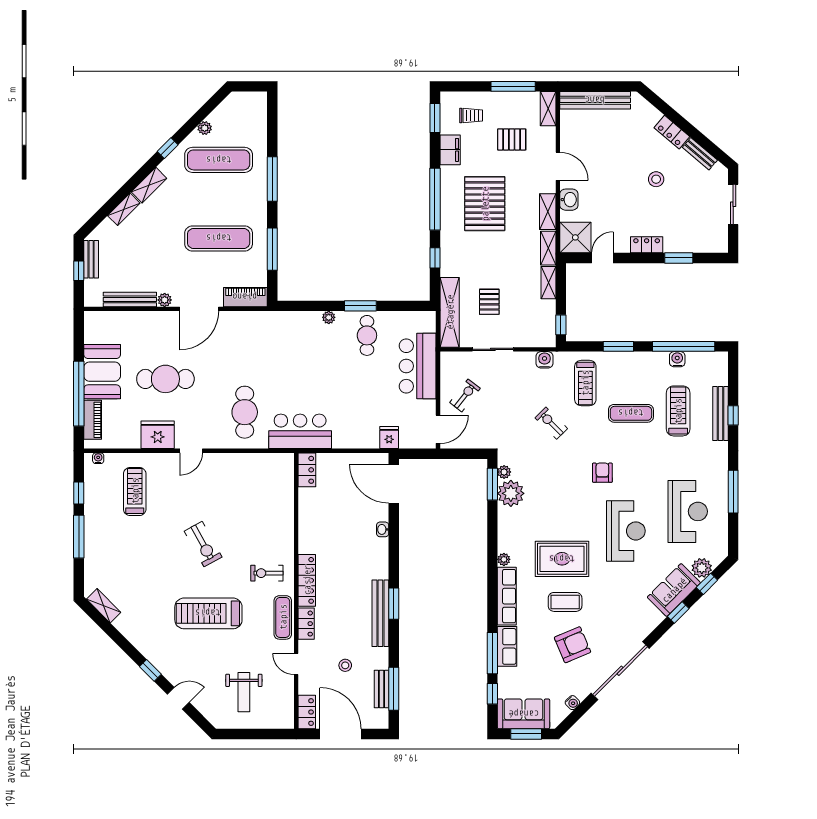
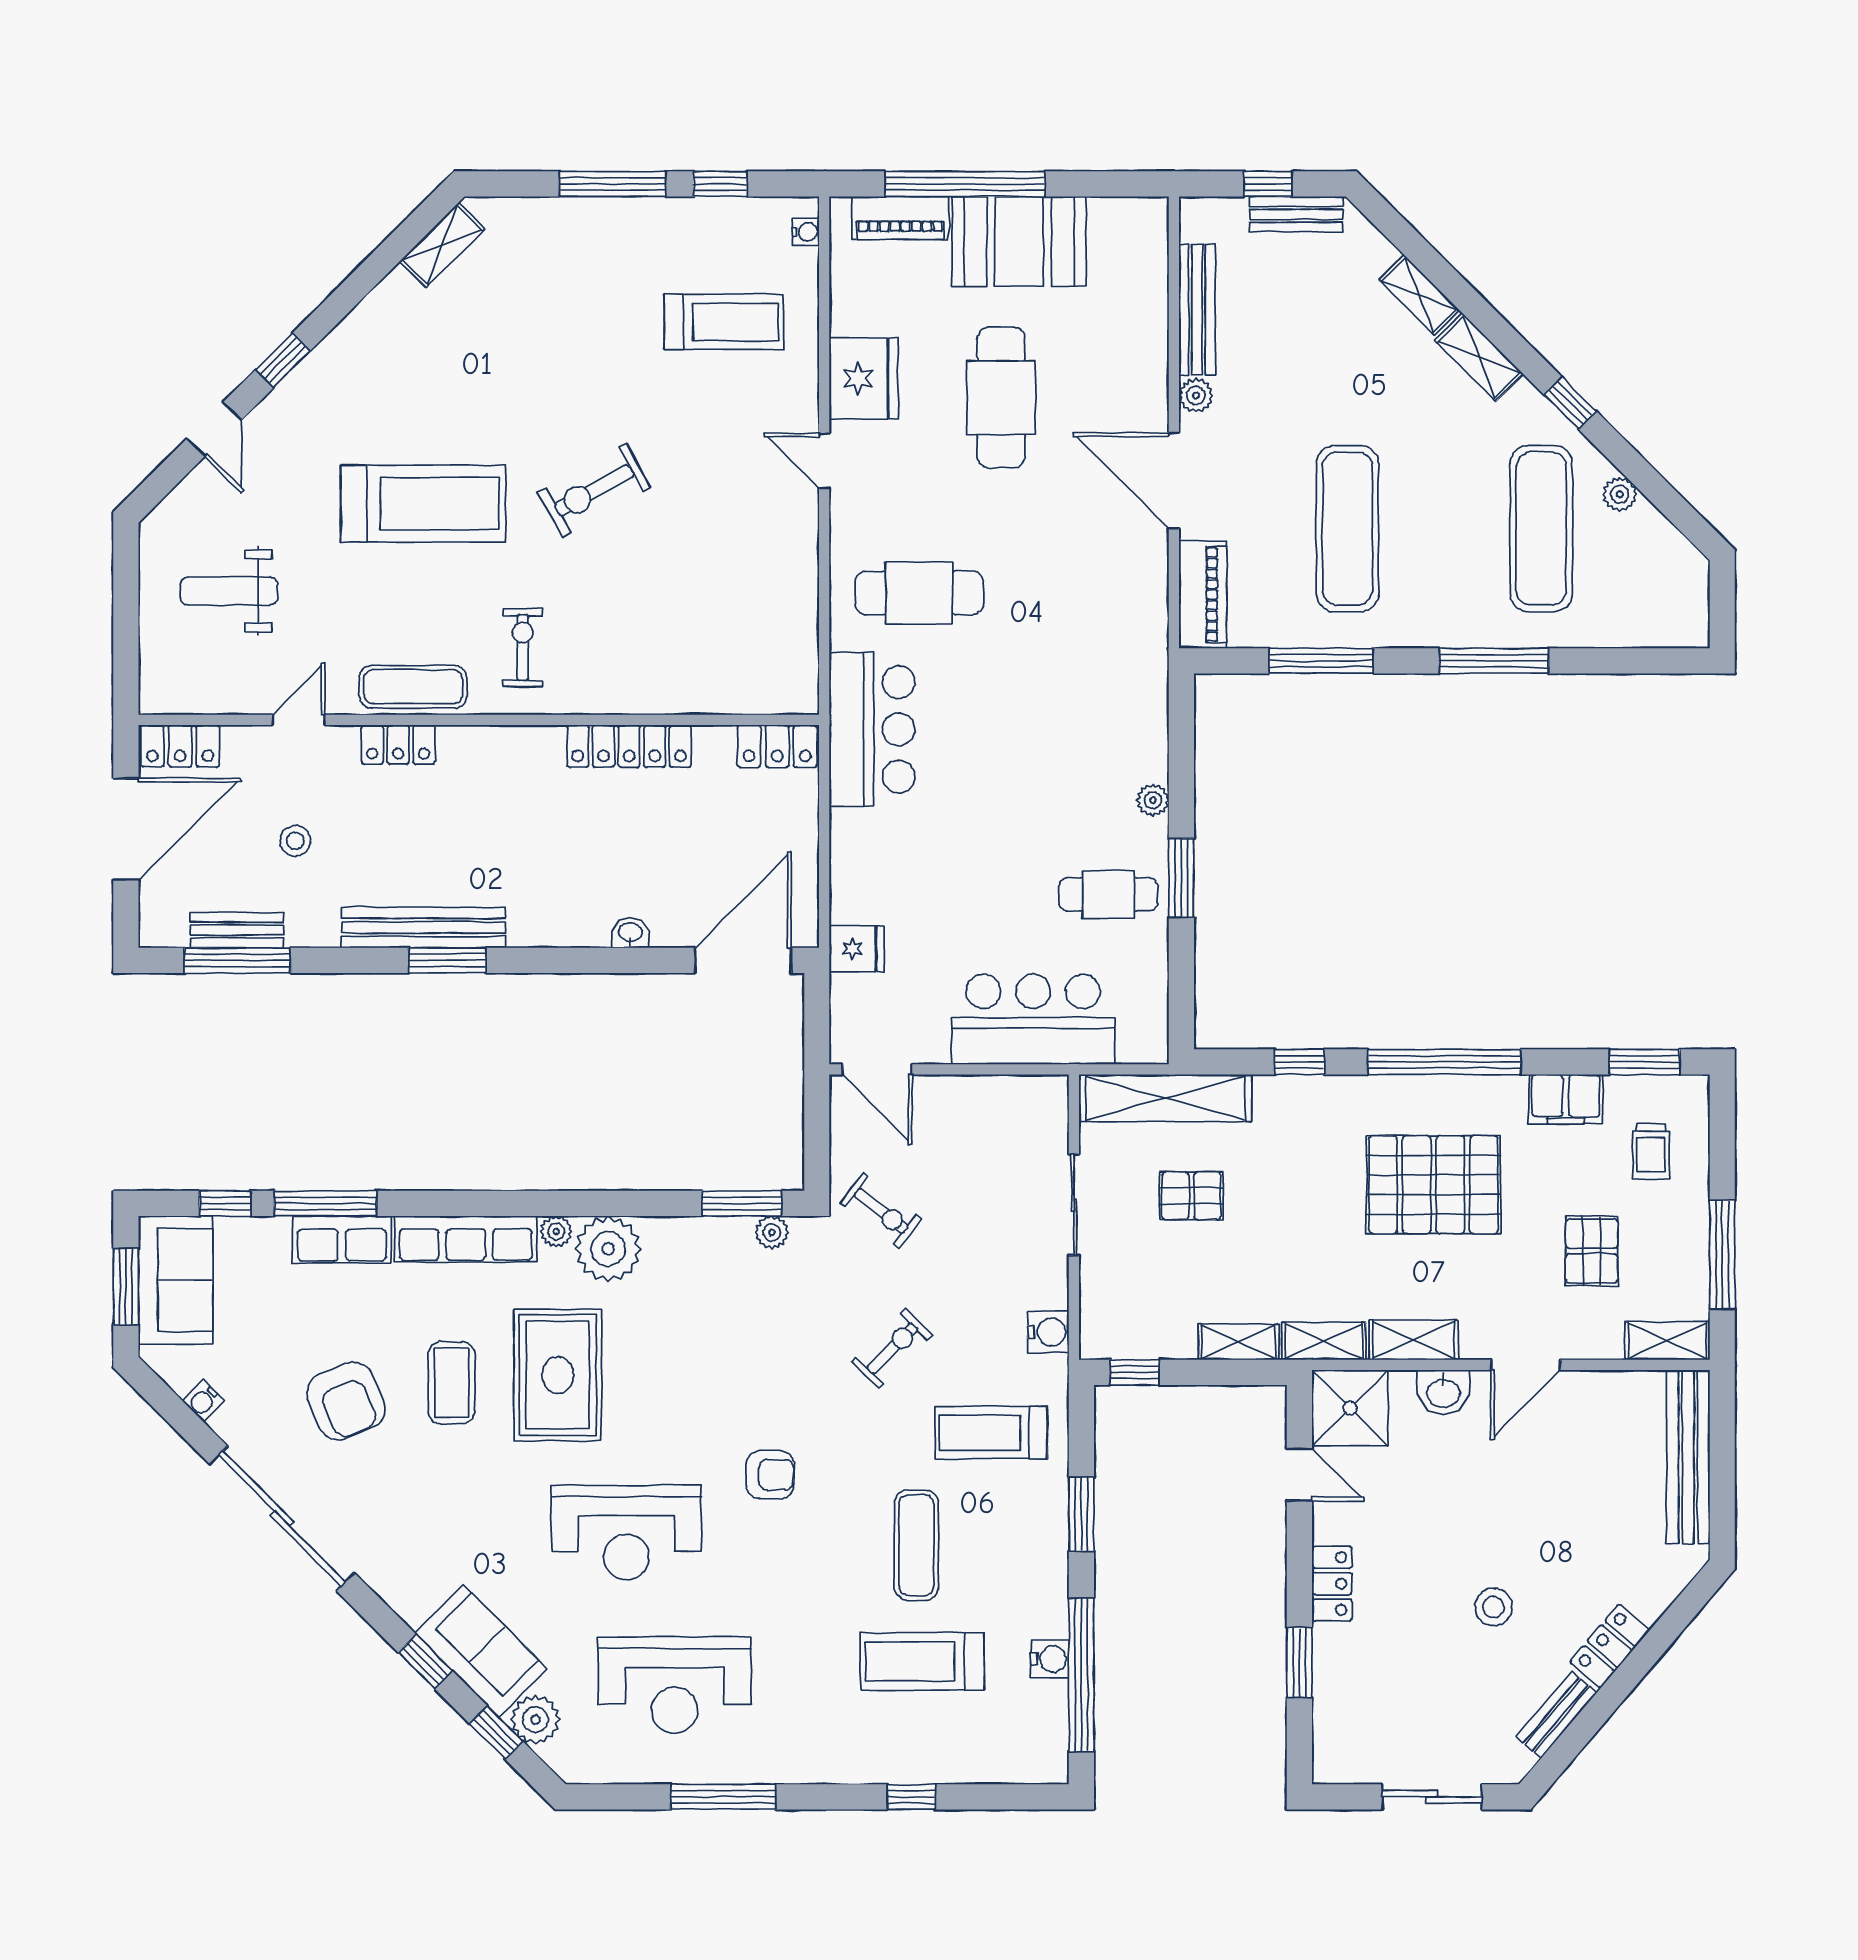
exercise bike: (465, 395) -> (881, 1211), moved
treadmill: (678, 411) -> (922, 1661), turned 180
bench: (720, 413) -> (916, 1766), removed
plant: (511, 493) -> (608, 1249), moved
locker: (307, 580) -> (629, 746), moved
treadmill: (208, 613) -> (423, 504), turned 90

